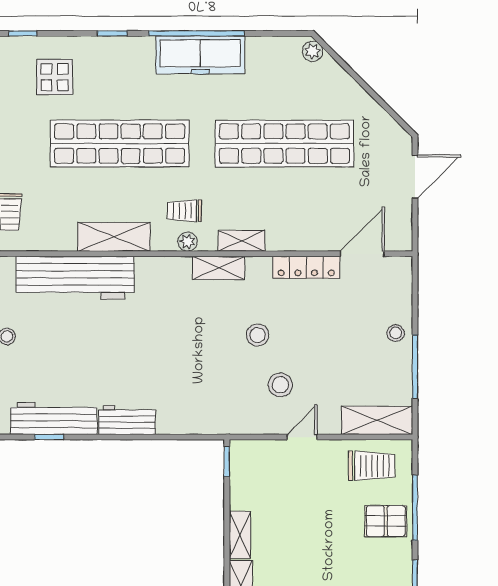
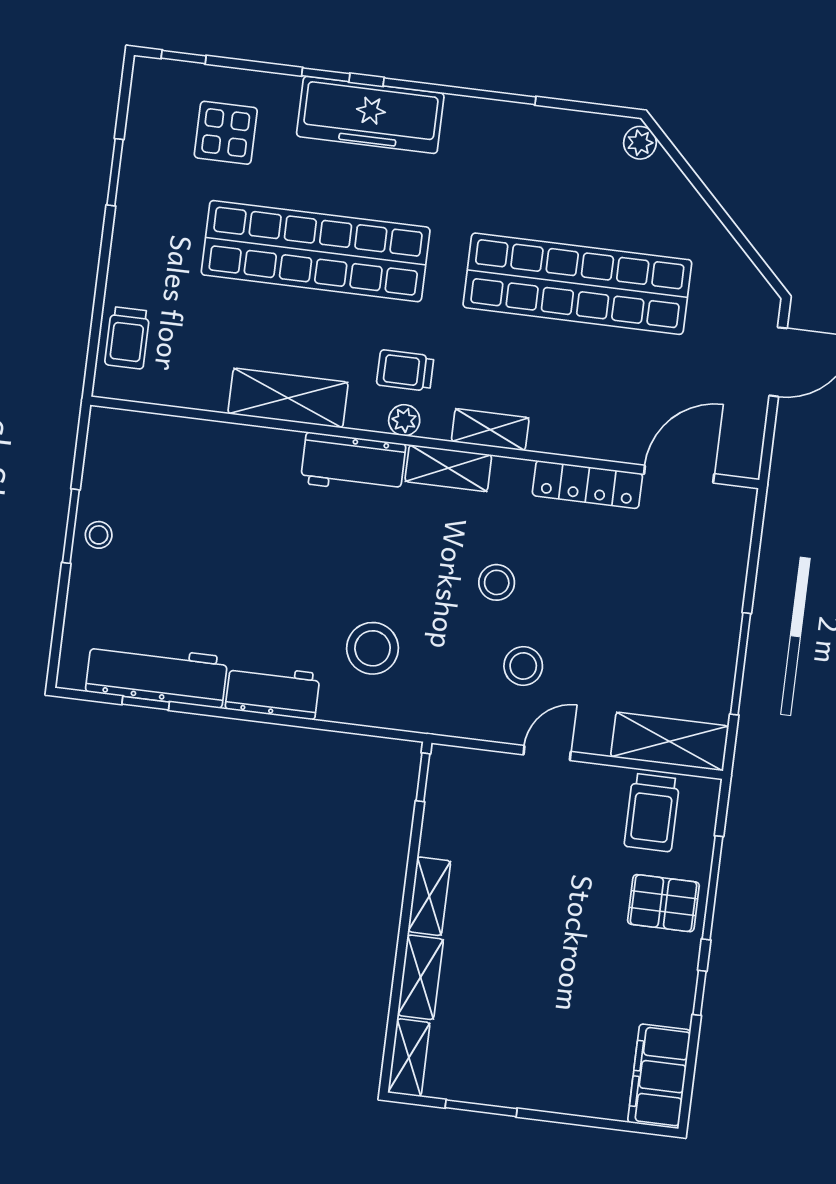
freezer: (200, 55) -> (370, 115), moved
workbench: (75, 278) -> (353, 464), moved, width x0.53, depth x0.76
stool: (396, 333) -> (373, 648), moved, width x1.89, depth x1.89
trolley: (372, 466) -> (652, 812), turned 90

